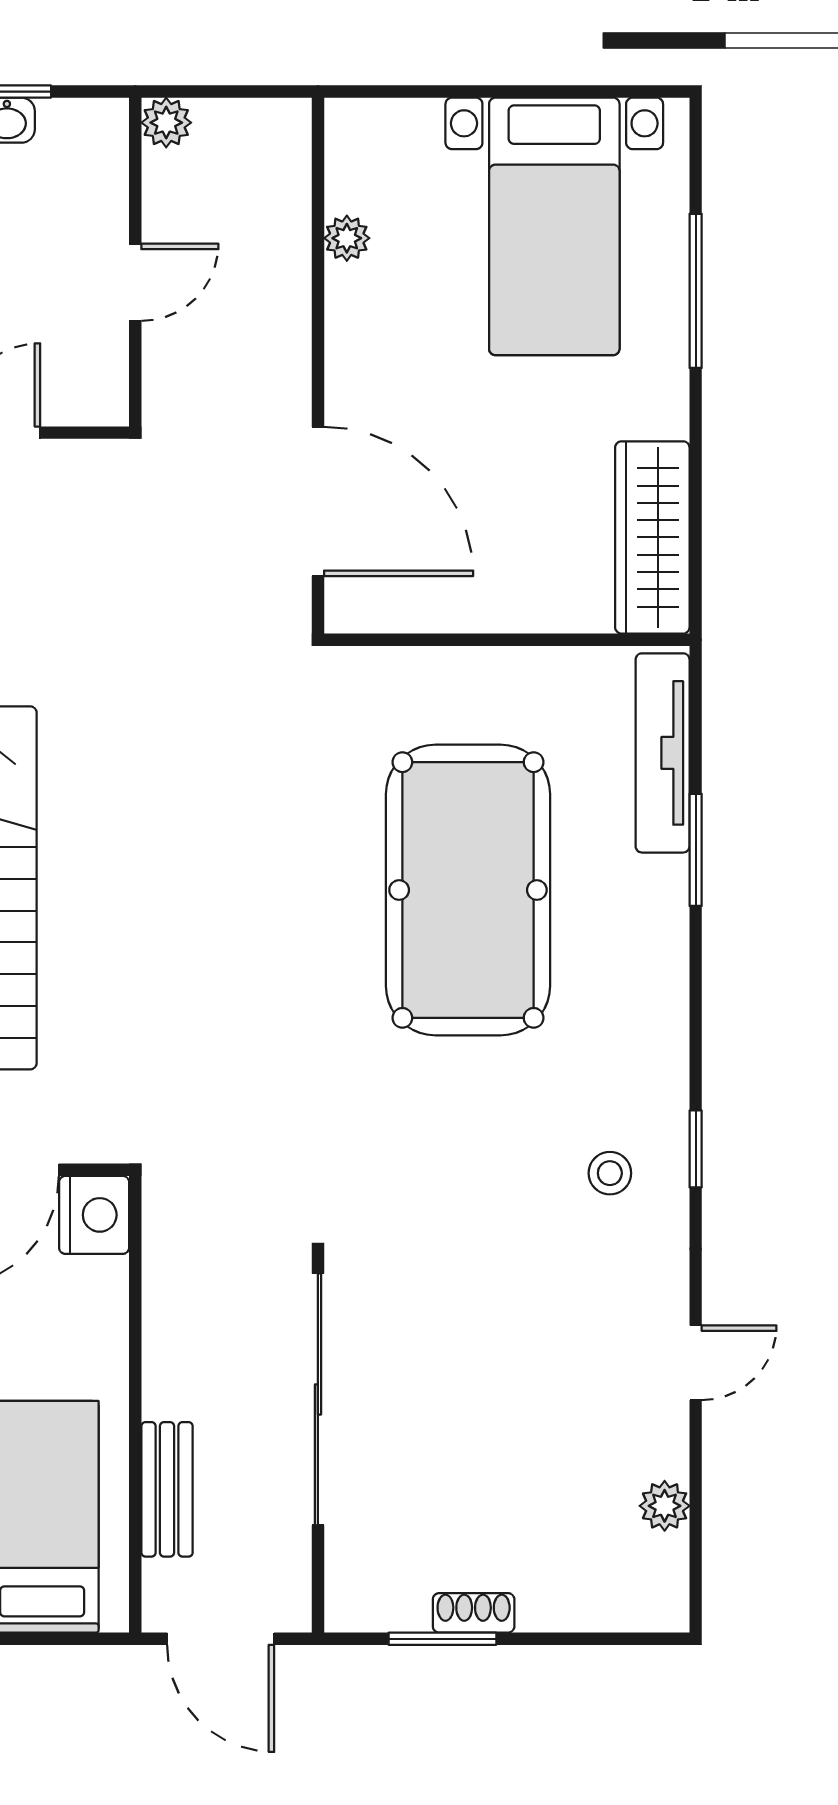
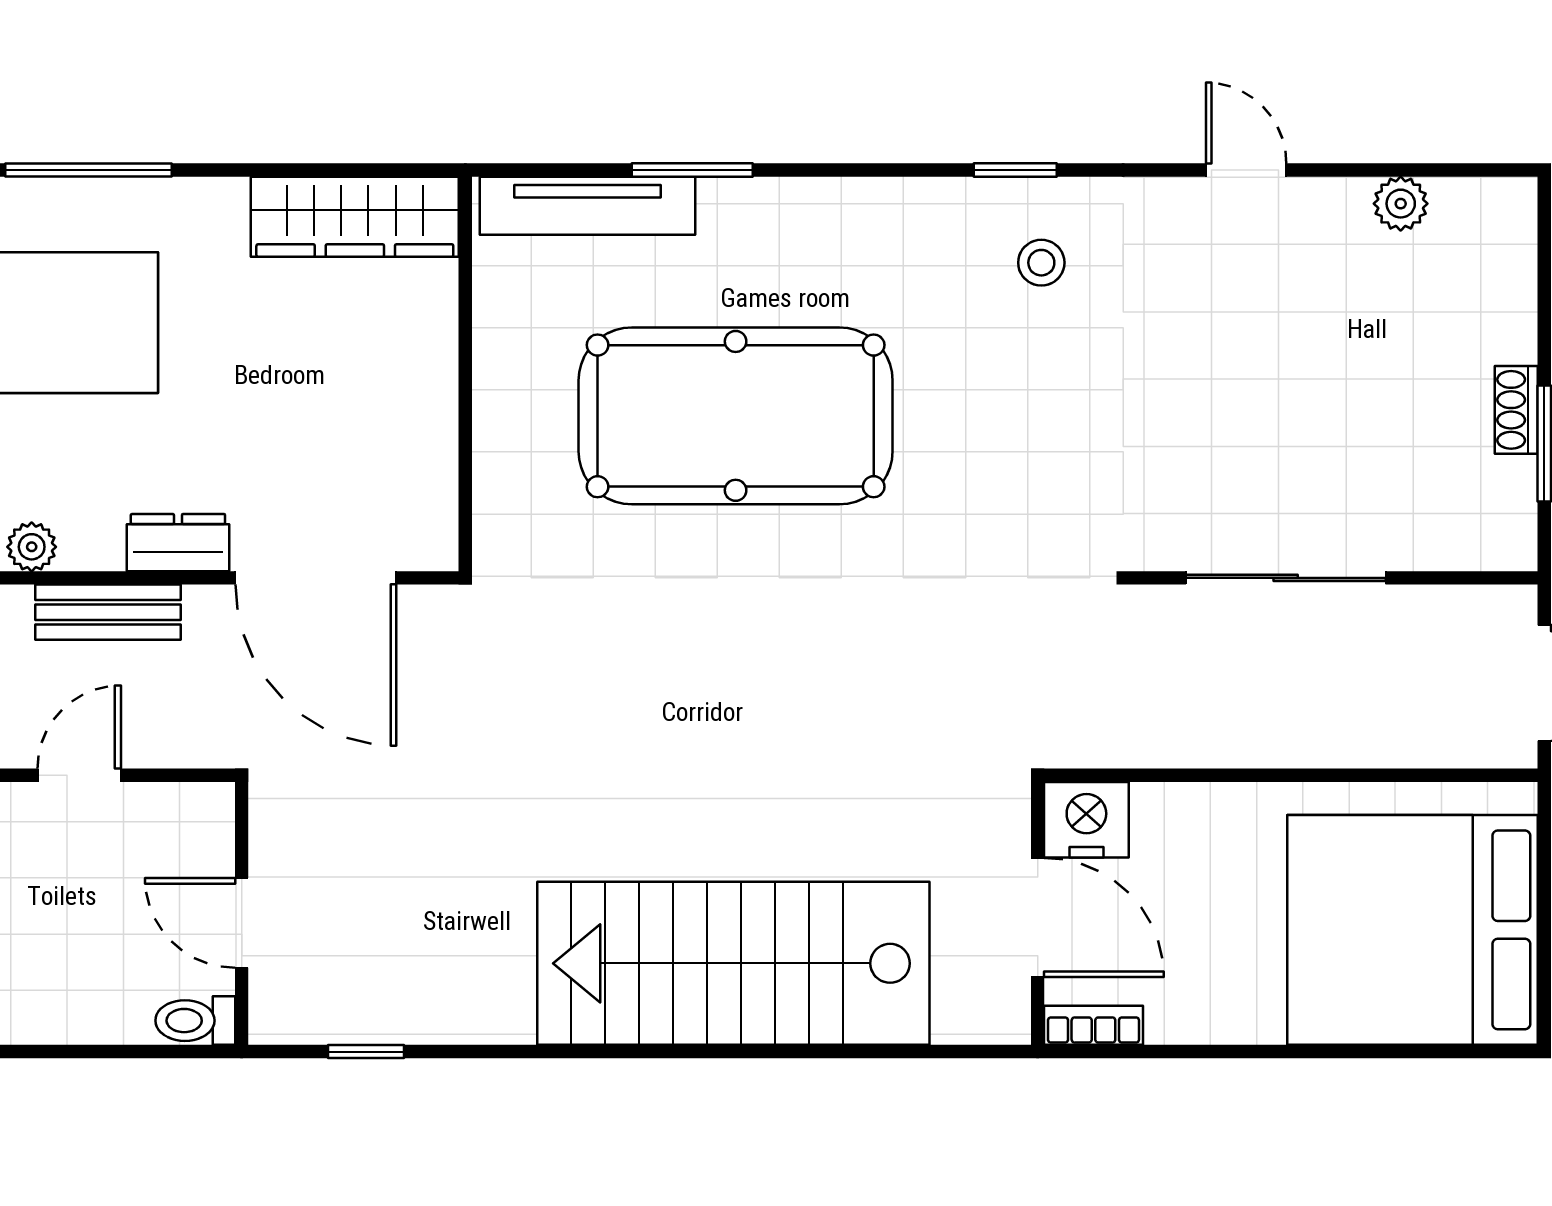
door: (135, 282) -> (79, 775), hinge flipped
dresser: (351, 374) -> (178, 543), added
door: (318, 501) -> (316, 578), swing flipped
sliding door: (318, 1399) -> (1286, 578), width x0.73
bench: (167, 1489) -> (108, 612), moved

